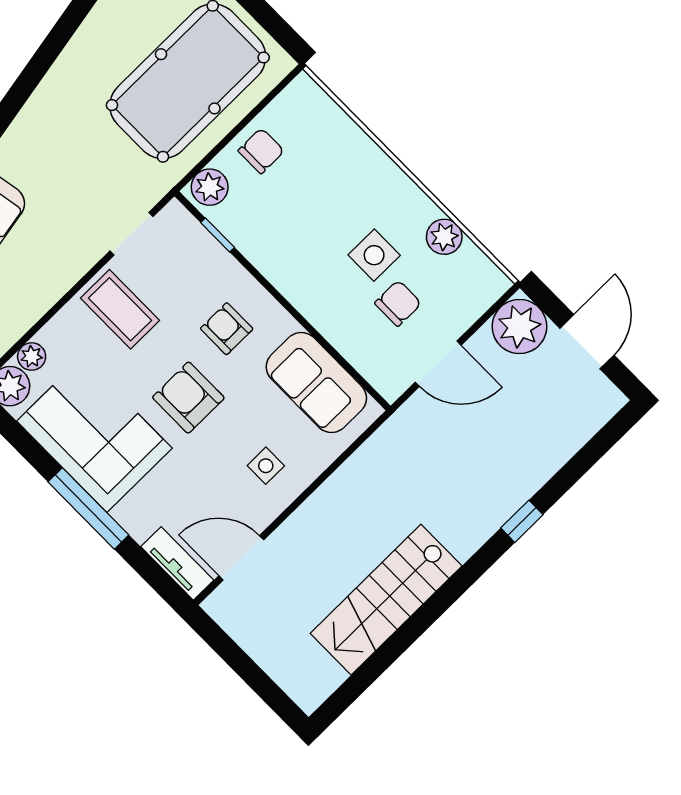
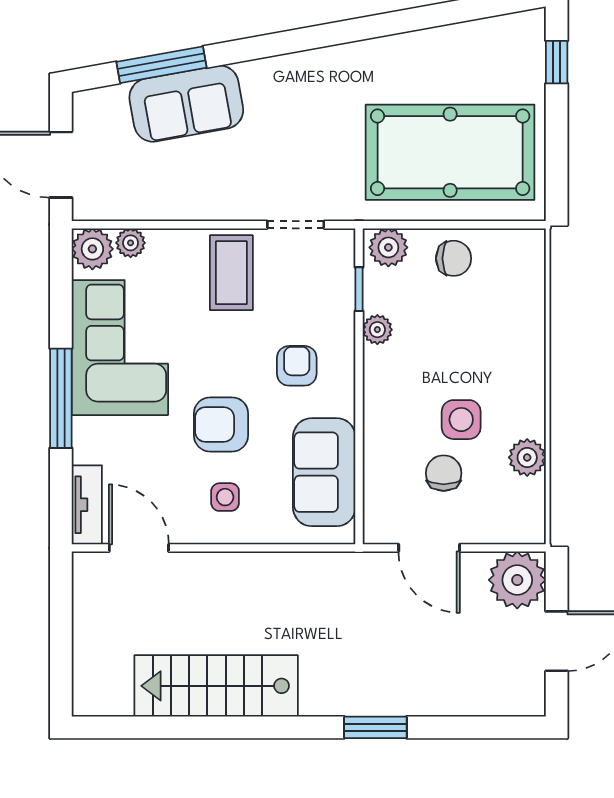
plant: (257, 250) -> (377, 330), added
chair: (398, 303) -> (444, 473), turned -90
armchair: (188, 398) -> (221, 424), moved, turned -90
window: (522, 521) -> (375, 727), width x1.50

